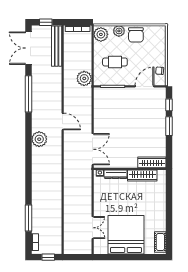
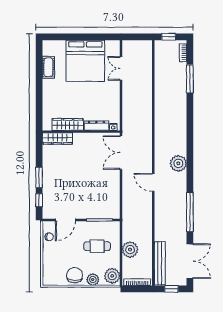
plant: (84, 78) -> (130, 250), moved
cot: (160, 242) -> (48, 67), moved

